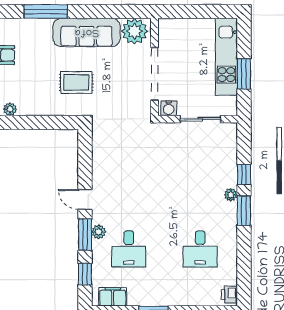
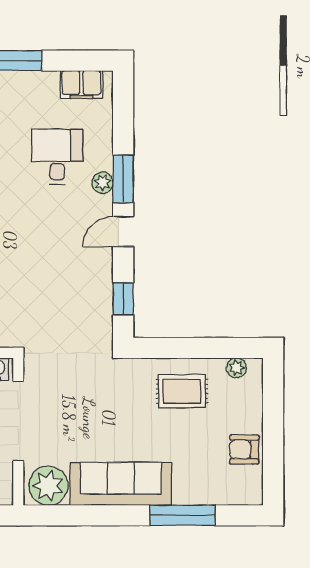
rug: (76, 82) -> (182, 391), moved
door: (85, 199) -> (123, 232), swing flipped
window: (85, 274) -> (123, 299), moved

